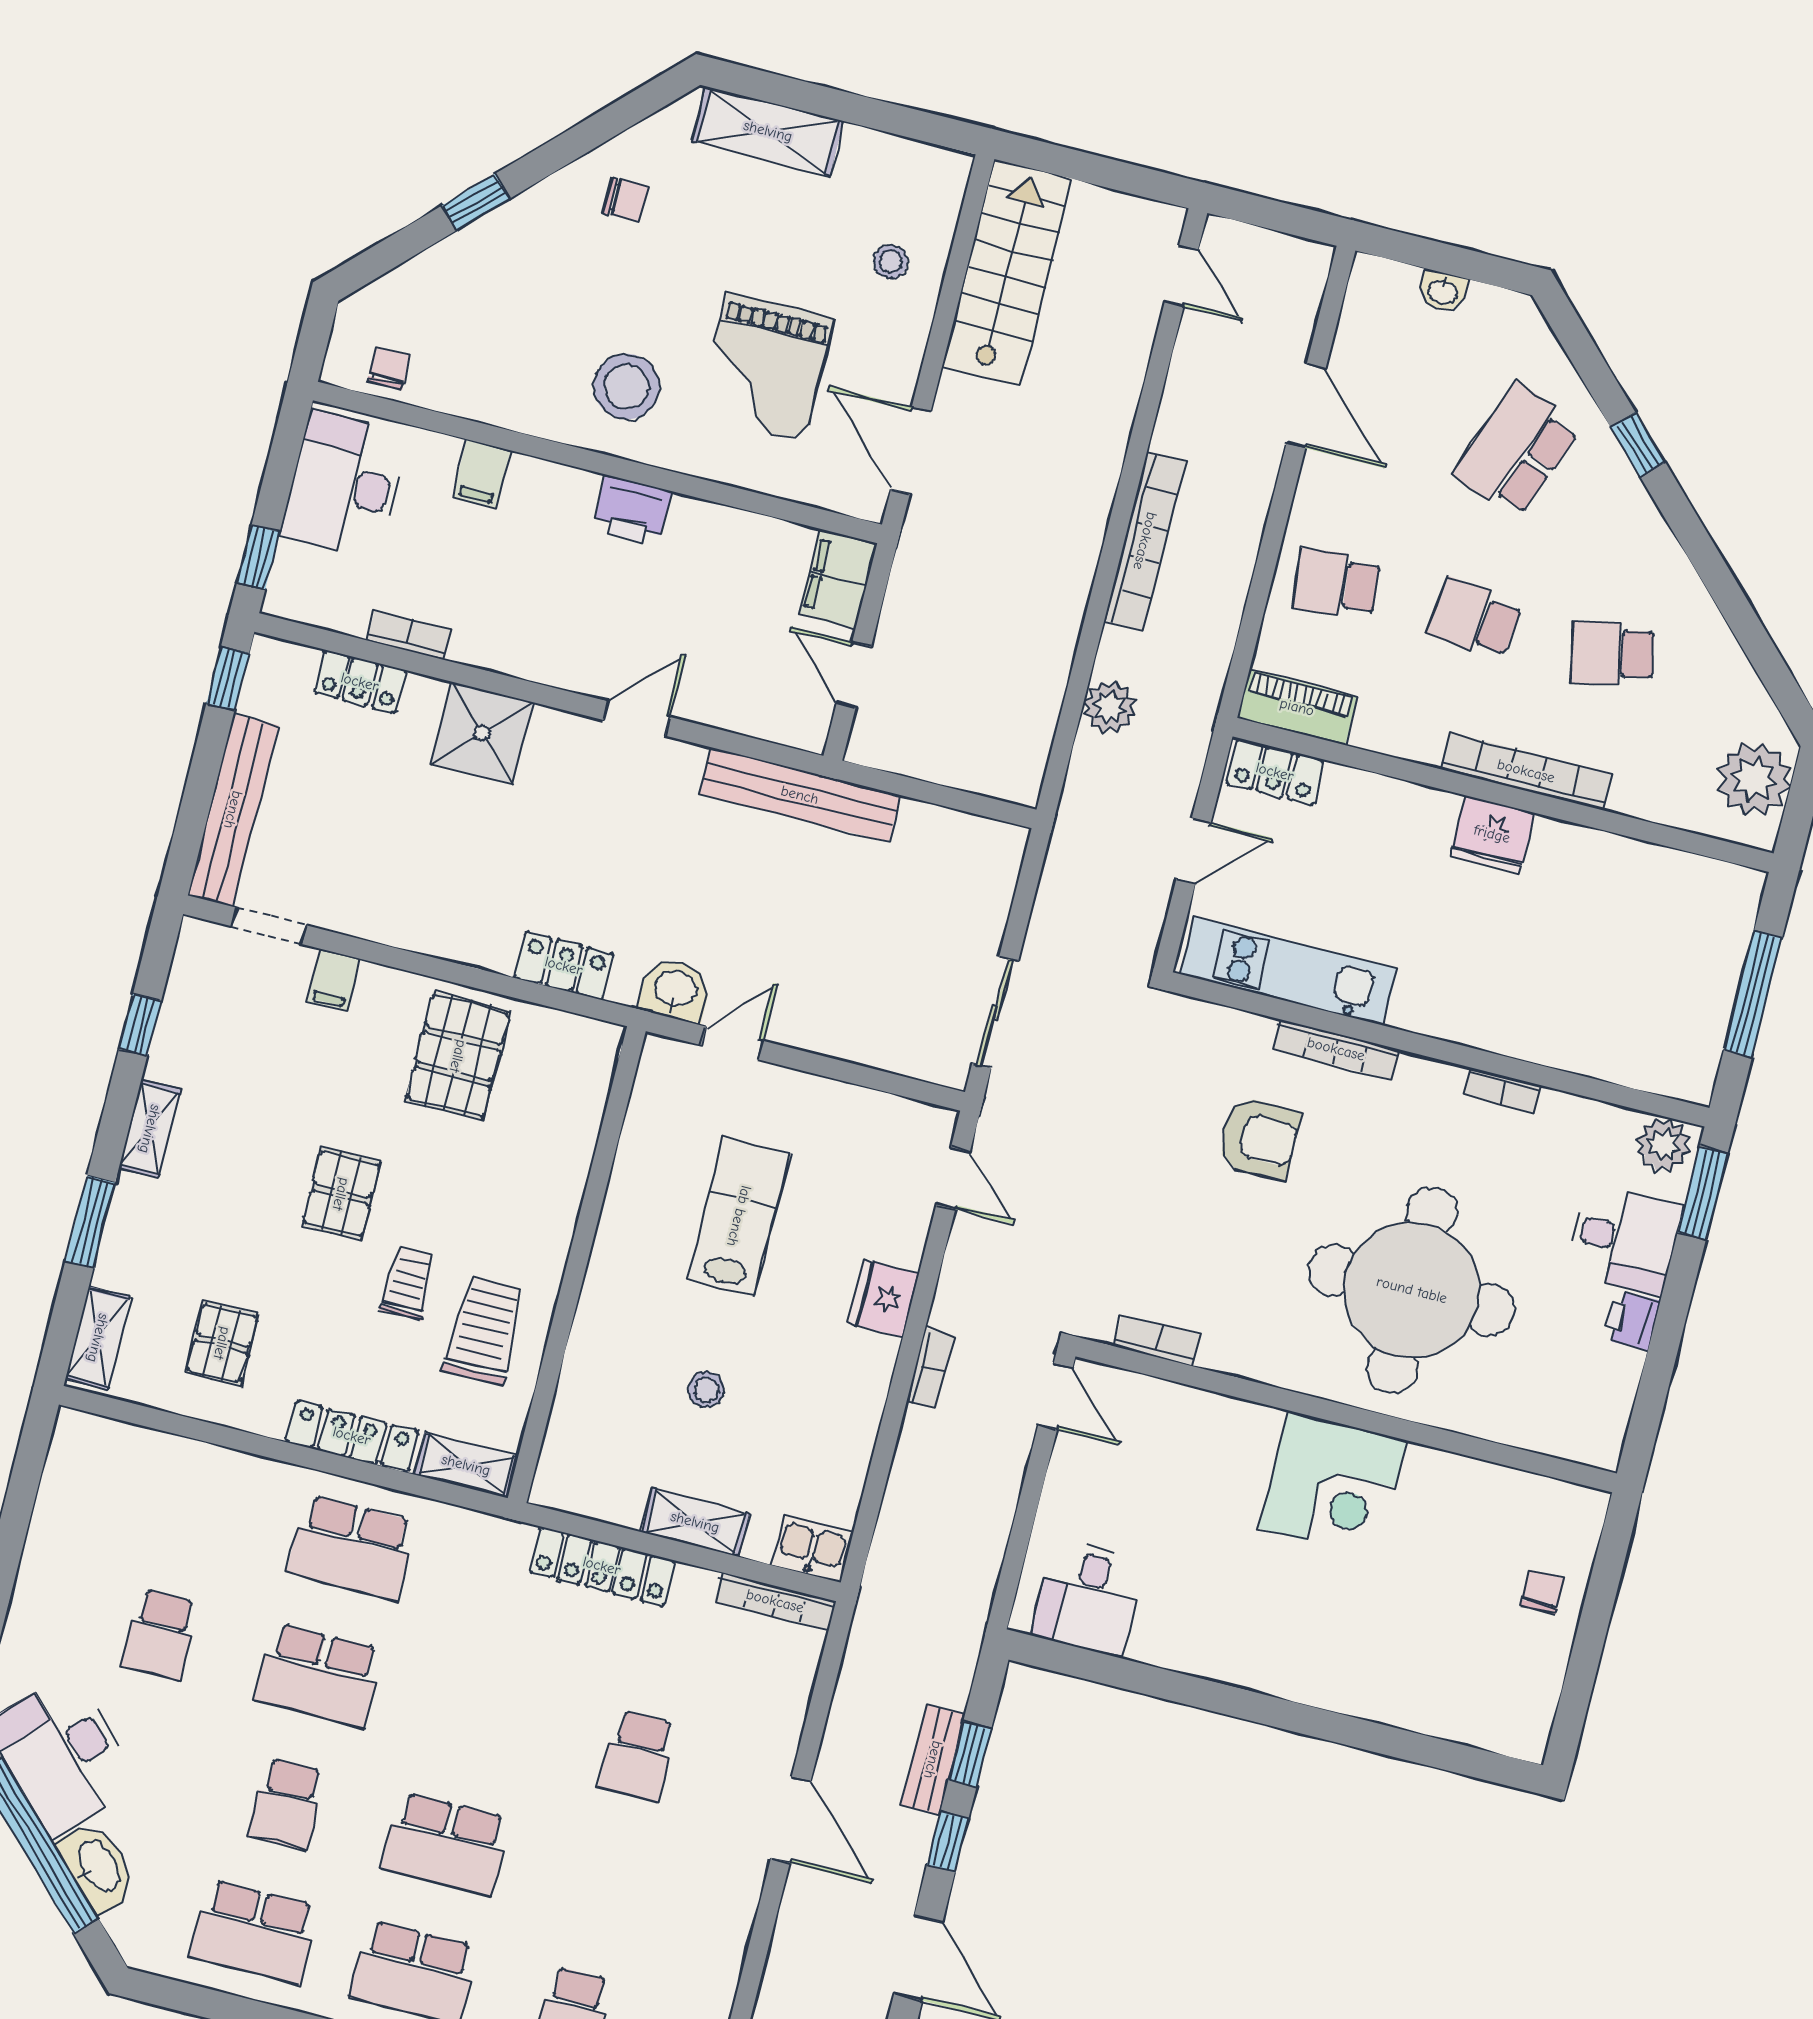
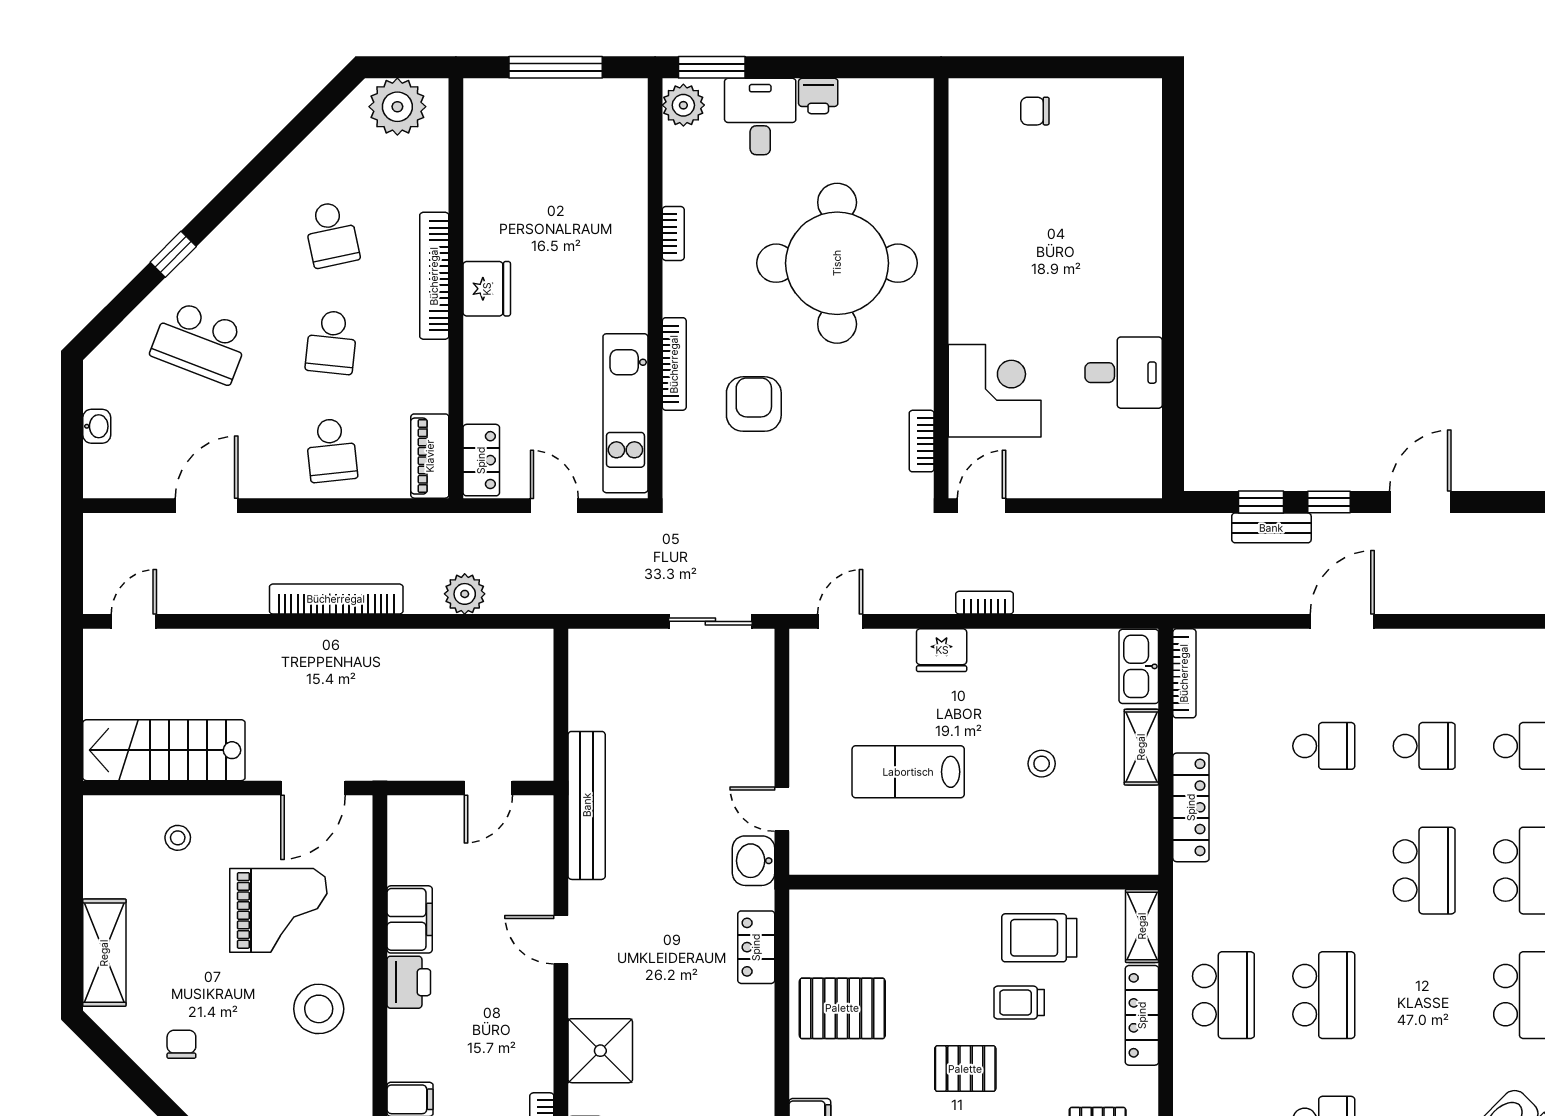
filing cabinet: (838, 579) -> (410, 919), moved, turned -90
corner desk: (1332, 1484) -> (995, 391), moved
kitchen sink: (812, 1549) -> (1139, 666), width x1.38
desk: (1088, 1598) -> (1124, 373), moved
school desk: (287, 1804) -> (1424, 746), moved

